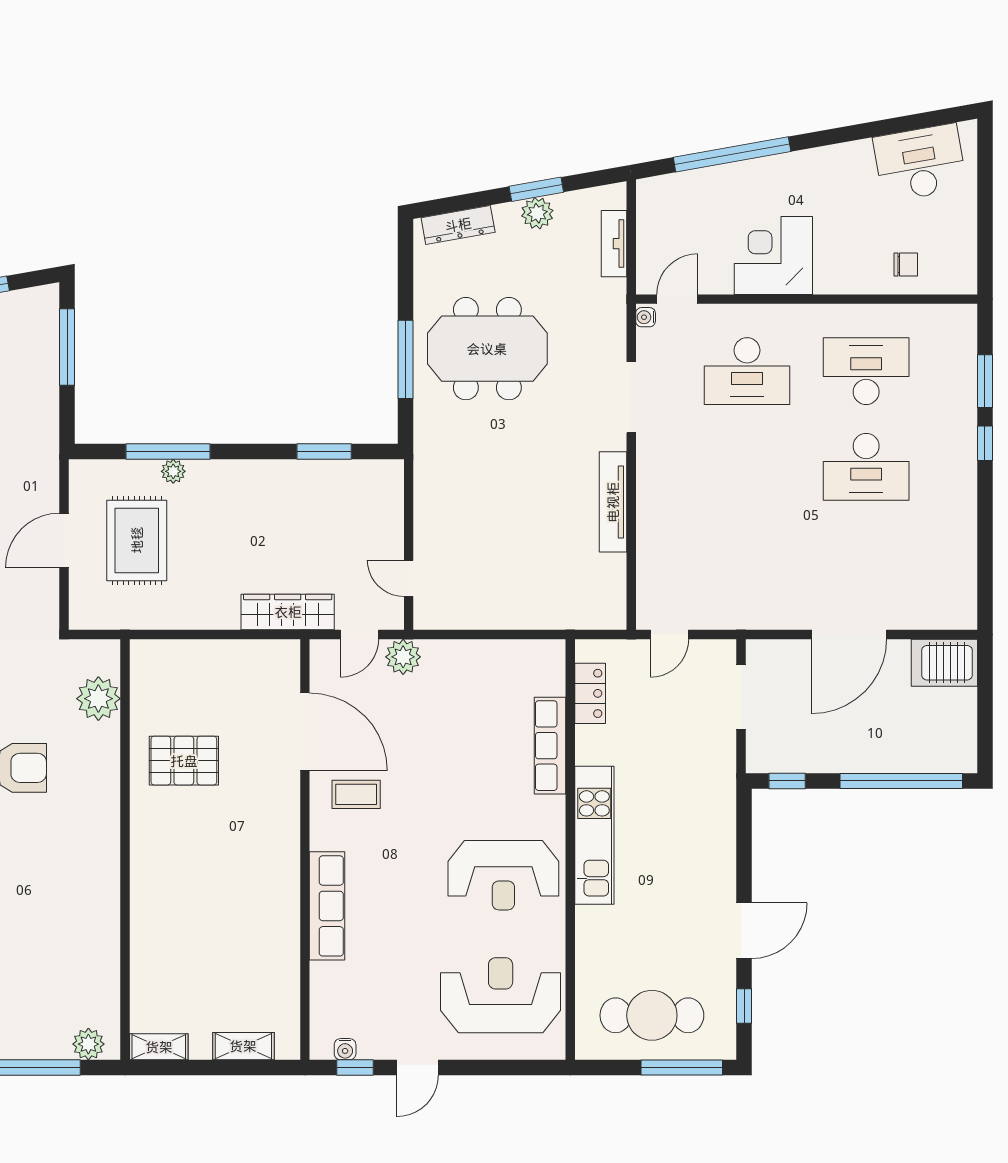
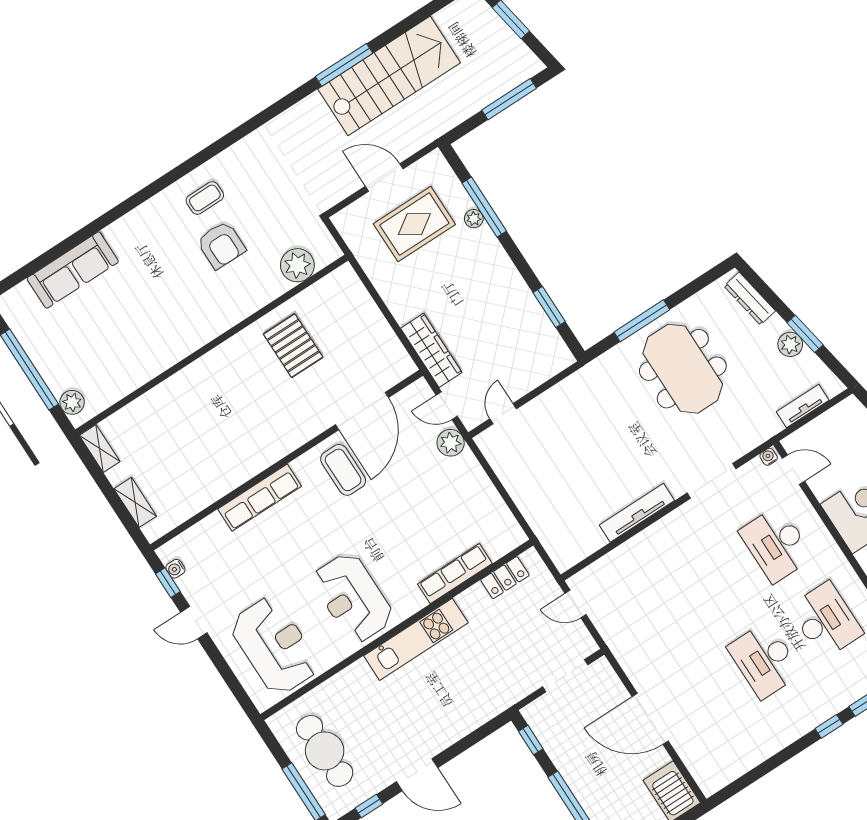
coffee table: (356, 794) -> (343, 470), width x1.36, depth x1.30

